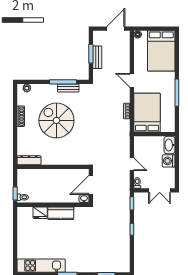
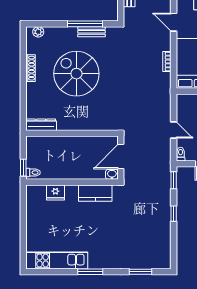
kitchen counter: (61, 213) -> (95, 193), moved

